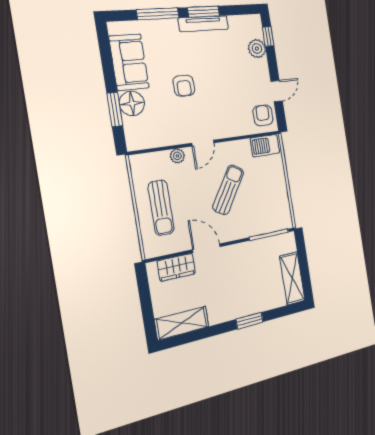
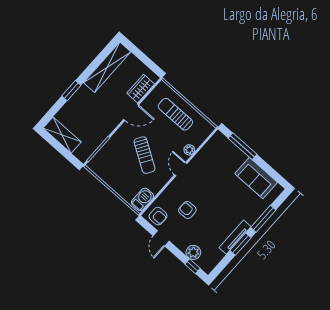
armchair: (184, 86) -> (187, 210), moved
floor lamp: (132, 103) -> (237, 157), removed
window: (115, 110) -> (242, 146), width x1.44
shelving: (182, 323) -> (107, 67), width x1.47

